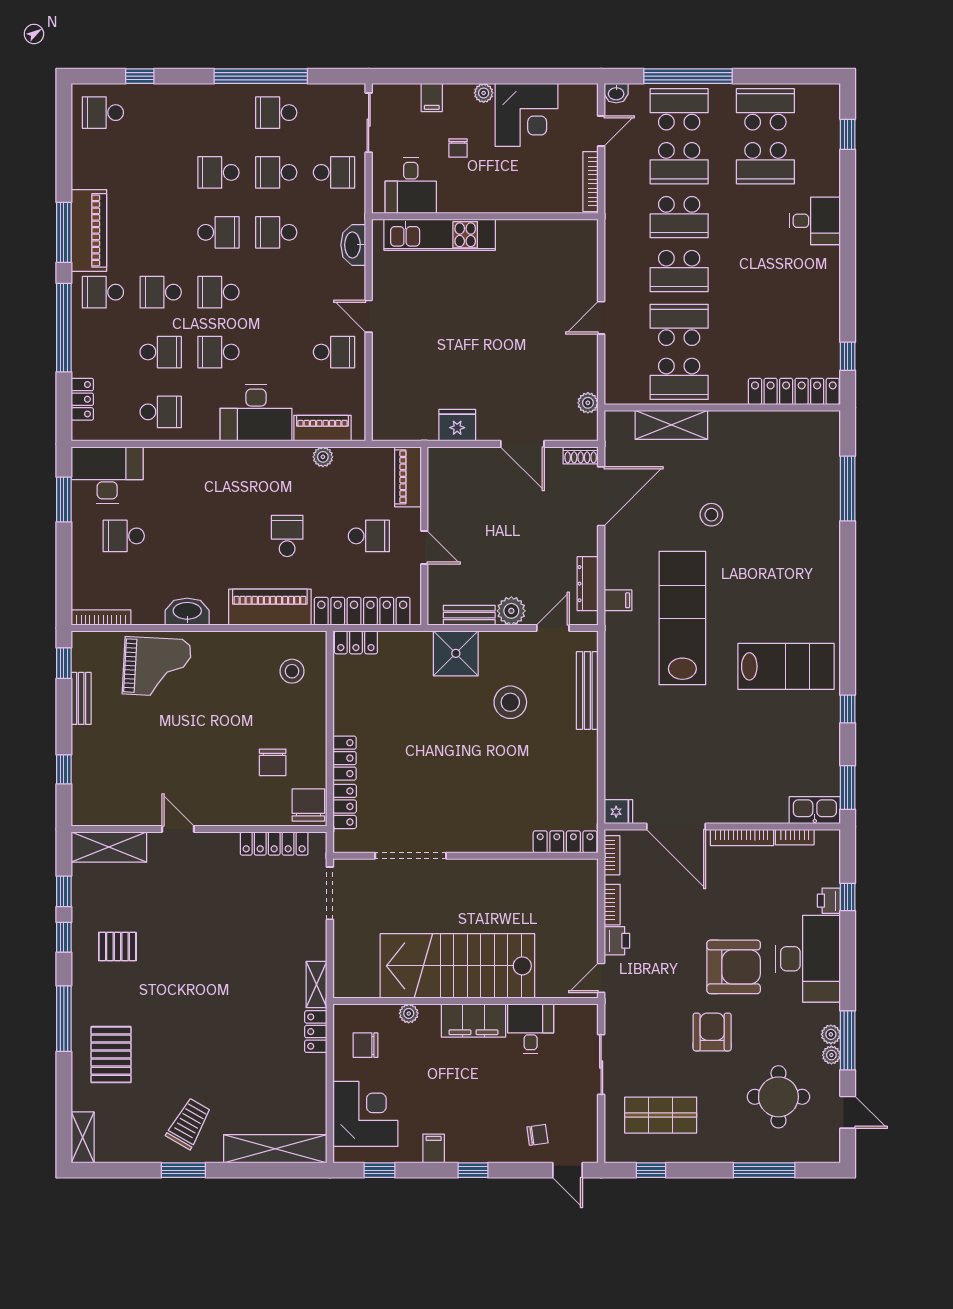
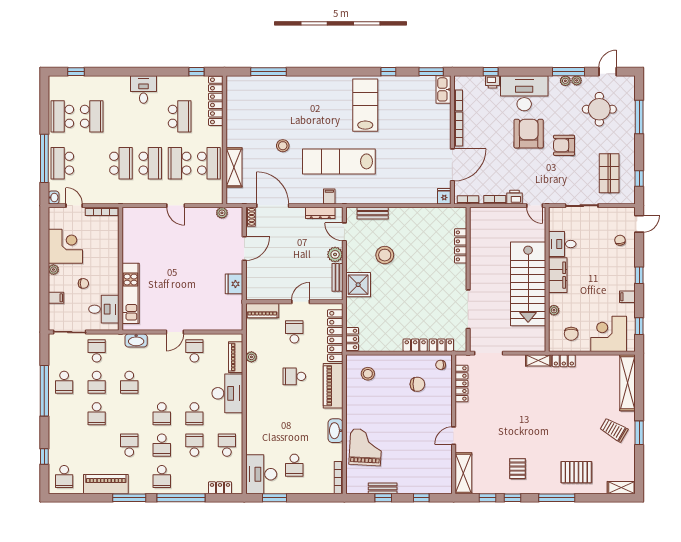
school desk: (679, 163) -> (180, 116), moved
desk: (815, 221) -> (143, 89), moved
piano: (89, 230) -> (106, 484), moved
school desk: (218, 232) -> (129, 445), moved
window: (64, 663) -> (383, 498), moved
bench: (587, 690) -> (373, 213), width x0.73
chair: (308, 805) -> (441, 365), width x0.54, depth x0.54
locker: (565, 842) -> (461, 246), moved

